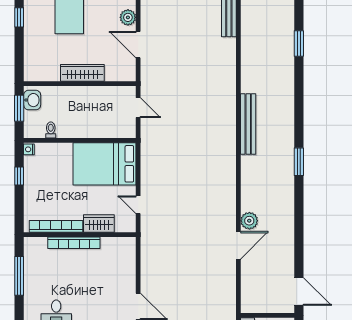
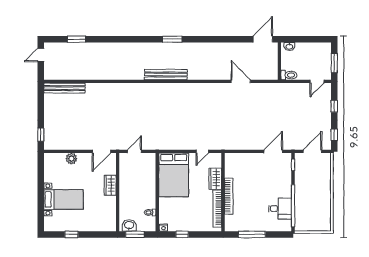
window: (299, 44) -> (76, 39), moved
door: (138, 45) -> (102, 151), moved
wardrobe: (82, 73) -> (110, 185), width x0.67
bench: (248, 124) -> (166, 75), moved
plant: (249, 221) -> (213, 74), removed
door: (238, 245) -> (241, 81), moved

